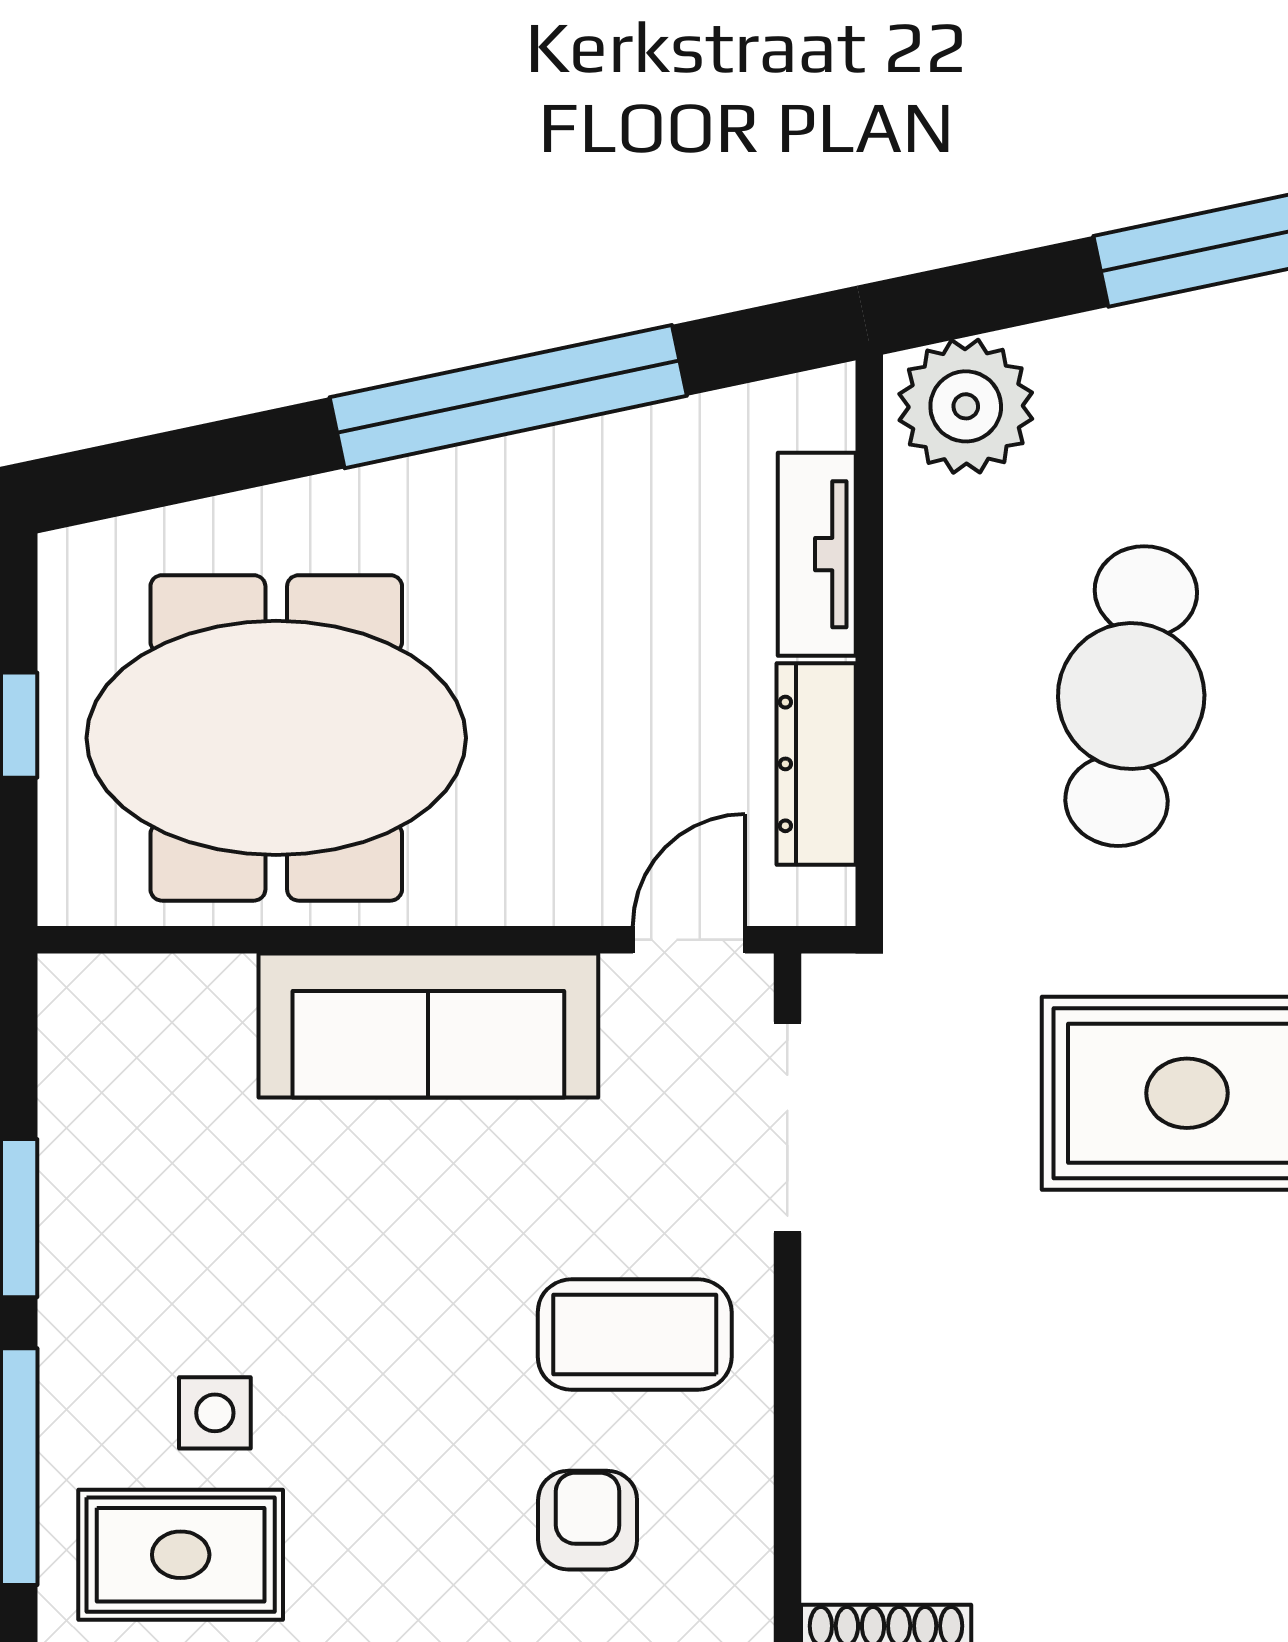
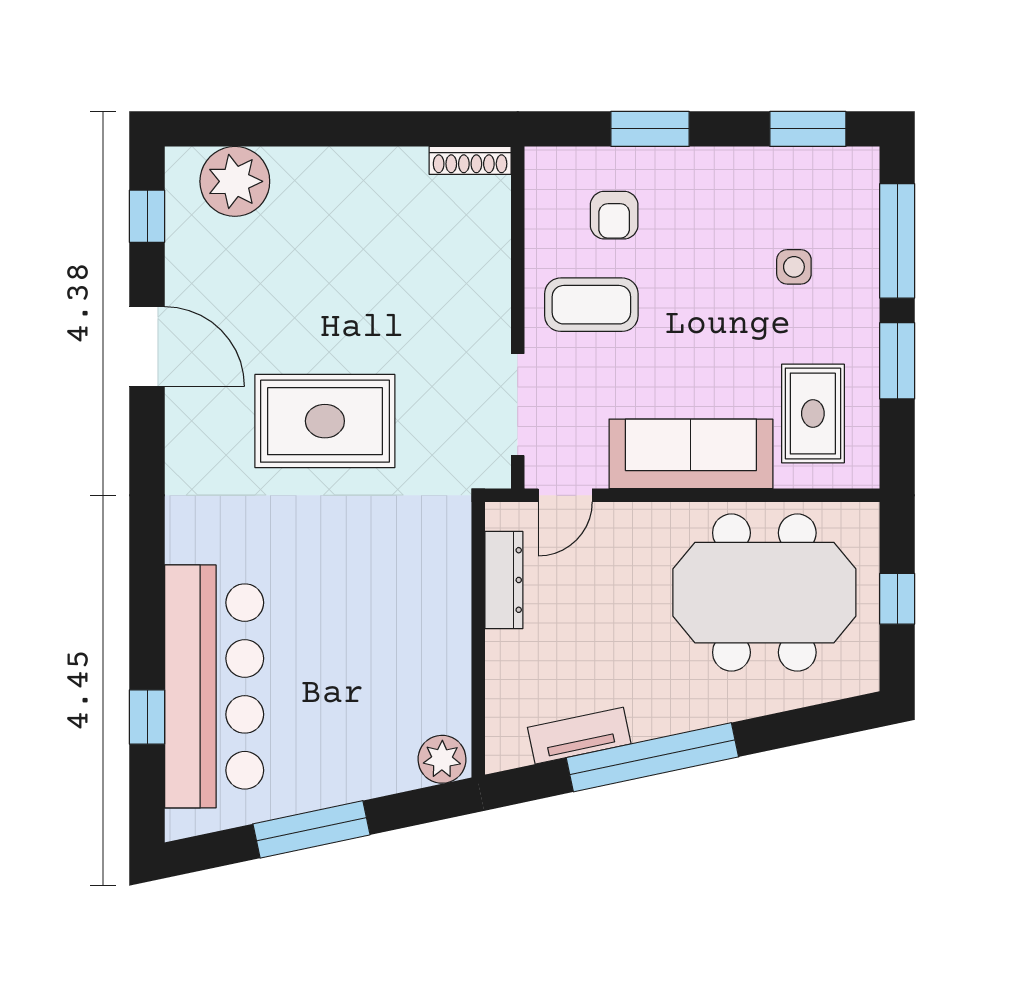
plant: (966, 406) -> (442, 759), width x0.73, depth x0.73
tv unit: (817, 554) -> (579, 736), moved, turned -102
cafe table: (1131, 696) -> (352, 613), removed
rug: (181, 1555) -> (813, 413), moved, turned 90

